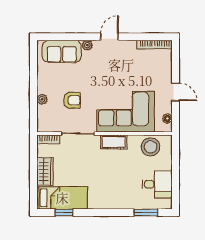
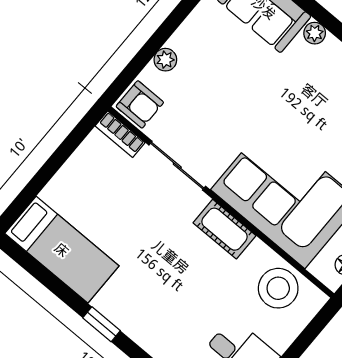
armchair: (72, 100) -> (140, 104), moved
wardrobe: (45, 171) -> (70, 182), removed
window: (64, 213) -> (102, 324), moved

